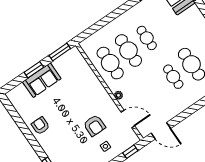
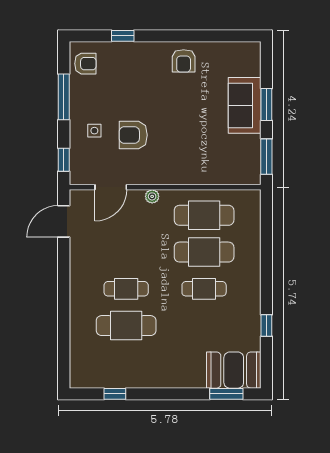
armchair: (40, 126) -> (184, 61), turned 90

